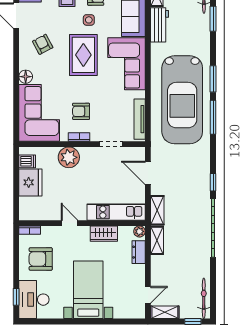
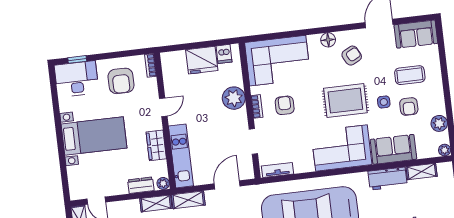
floor lamp: (26, 77) -> (328, 40), moved
tv unit: (140, 119) -> (277, 170), width x0.71
armchair: (41, 259) -> (121, 81), turned 180

